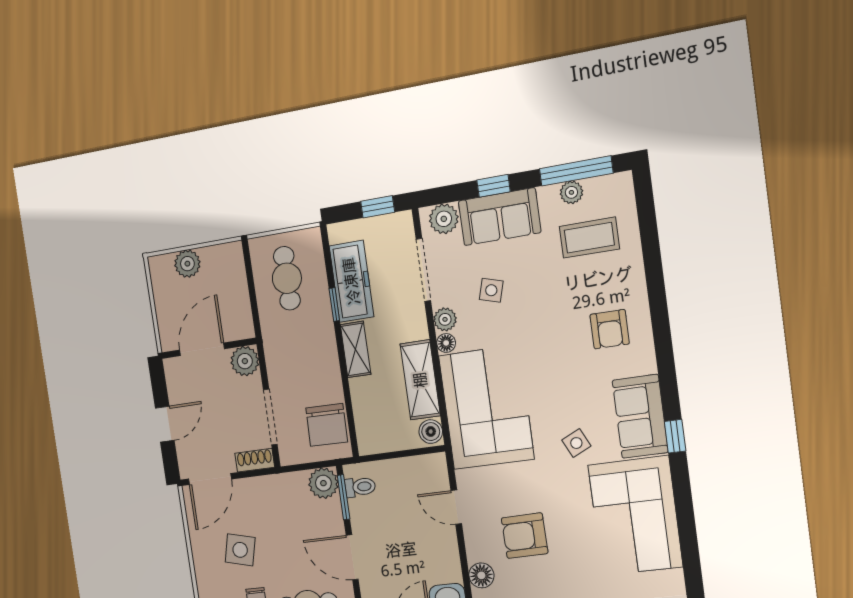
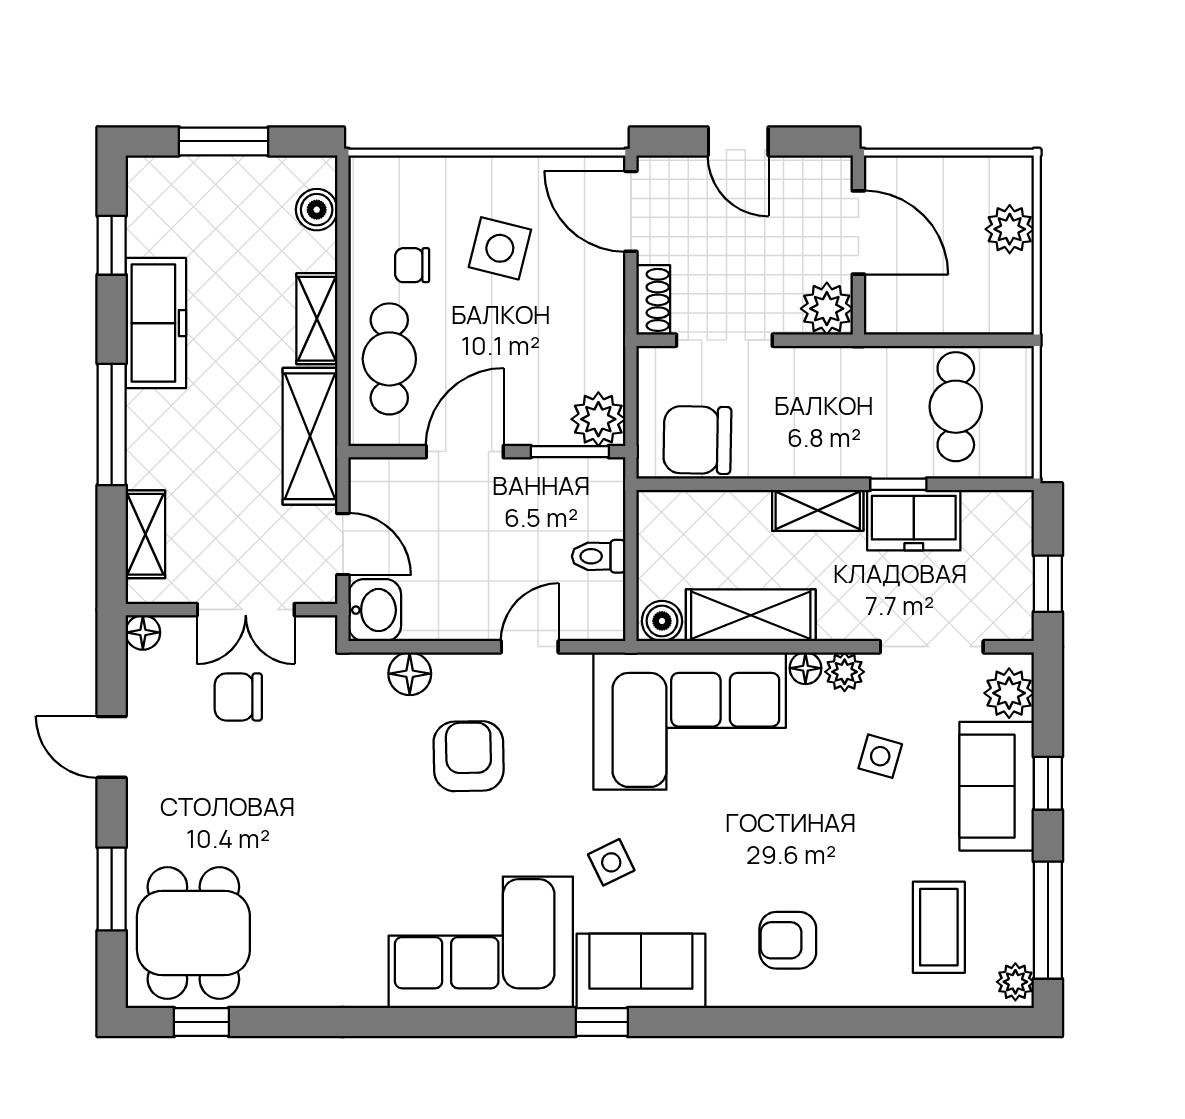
plant: (571, 192) -> (1015, 982), moved
cafe table: (287, 278) -> (956, 407), turned 90
freezer: (351, 281) -> (914, 520), width x0.71
toilet: (360, 487) -> (599, 556), moved, turned 90

